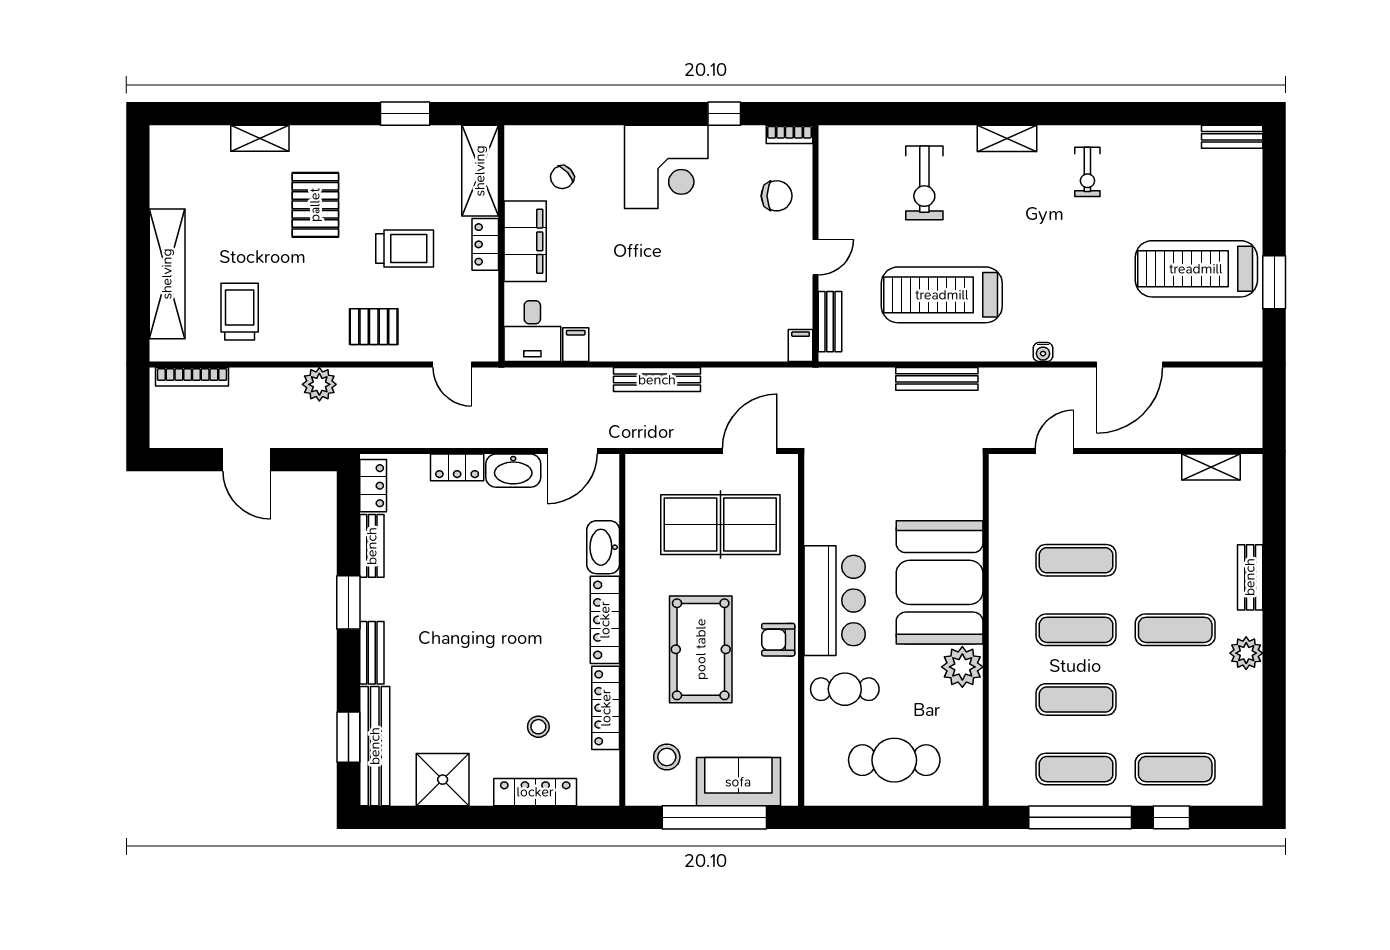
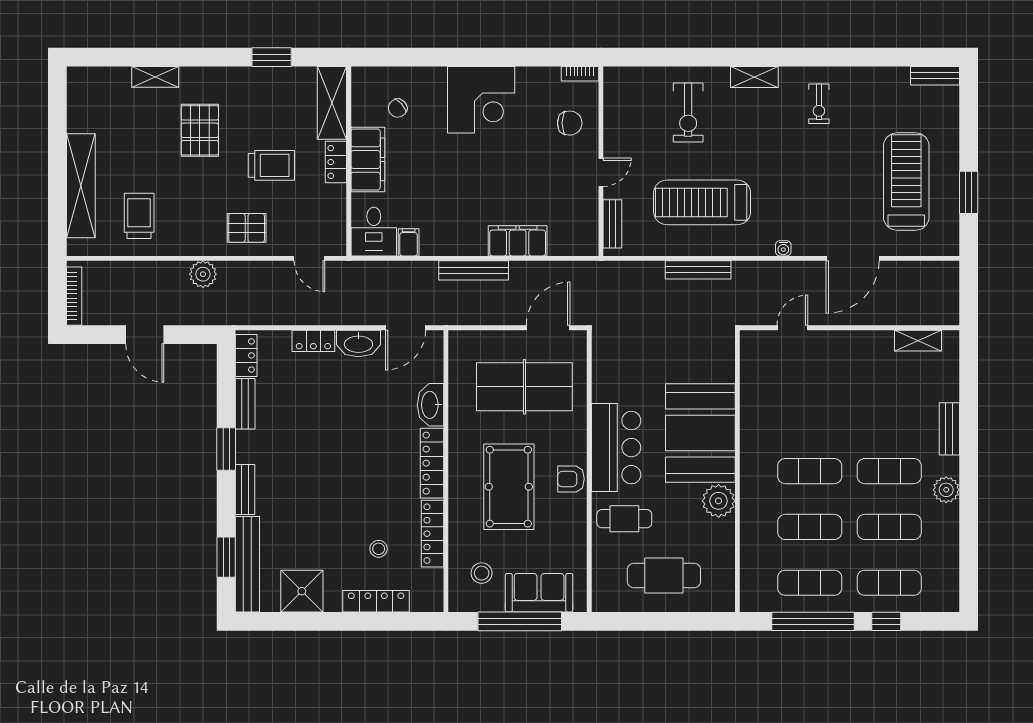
window: (724, 114) -> (528, 57), removed
treadmill: (1196, 269) -> (906, 182), turned 90
filing cabinet: (801, 345) -> (518, 241), moved, width x3.00, depth x1.17
bookcase: (192, 377) -> (74, 296), moved, turned -90
exercise mat: (1076, 560) -> (889, 527), moved

